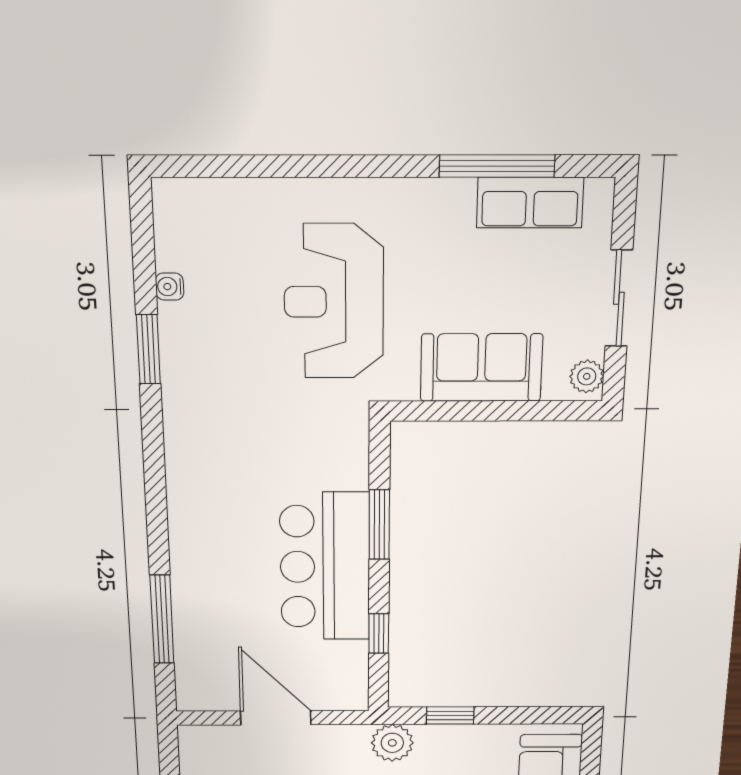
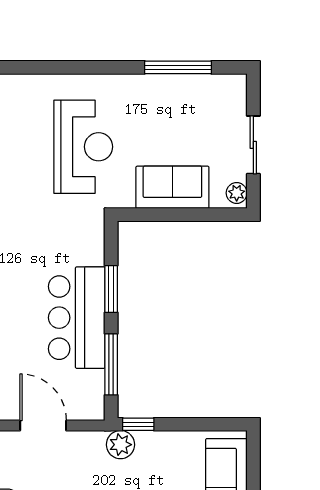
row of seats: (530, 203) -> (198, 88), removed
reception desk: (334, 302) -> (83, 147), turned 180
window: (379, 633) -> (111, 364), width x2.17
window: (450, 715) -> (138, 424), moved

